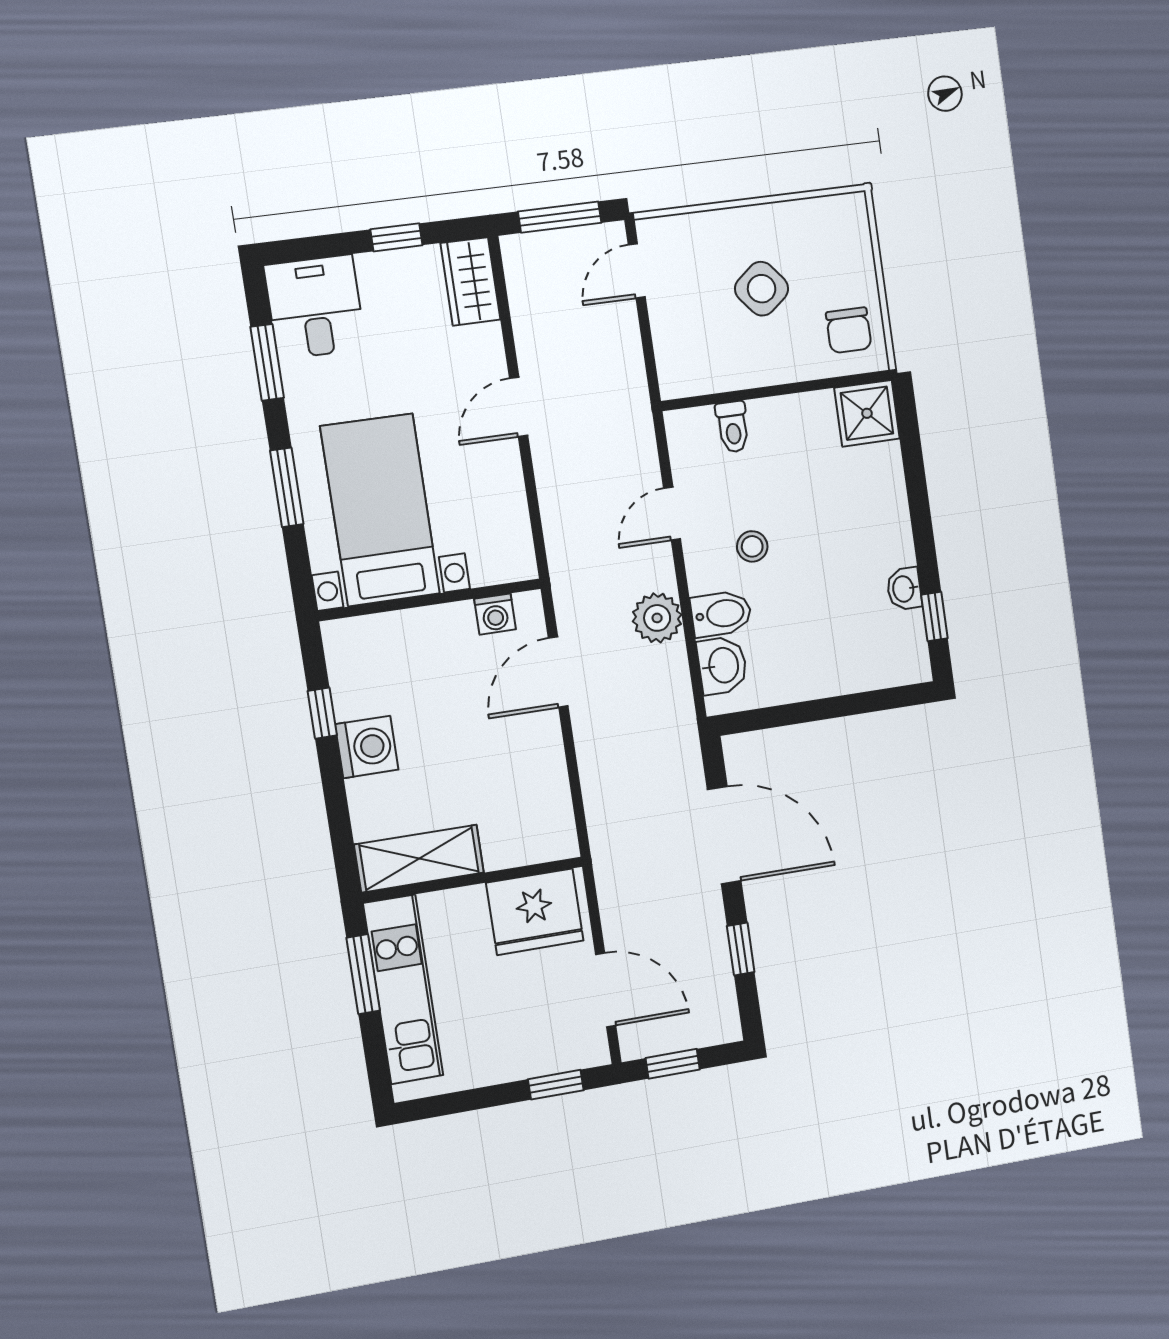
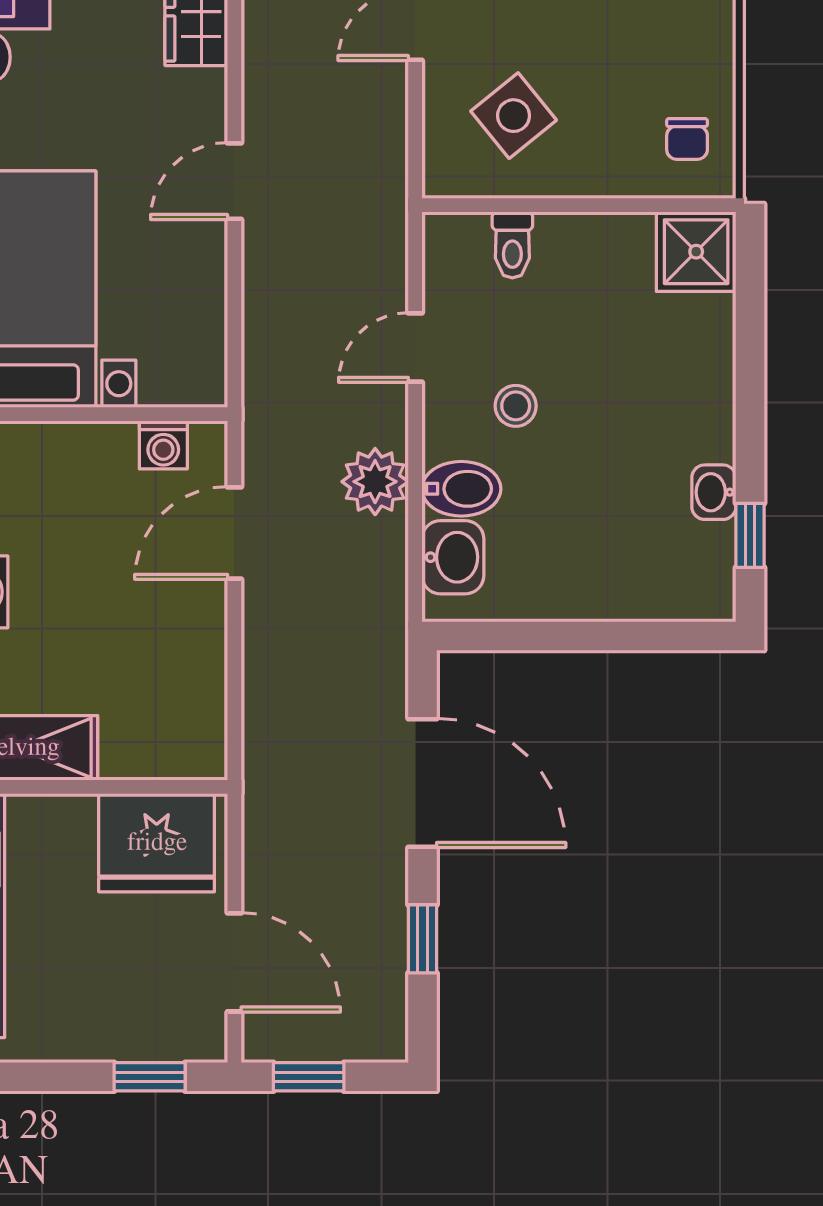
side table: (762, 289) -> (514, 116), moved
chair: (849, 330) -> (687, 139), width x0.73, depth x0.73

